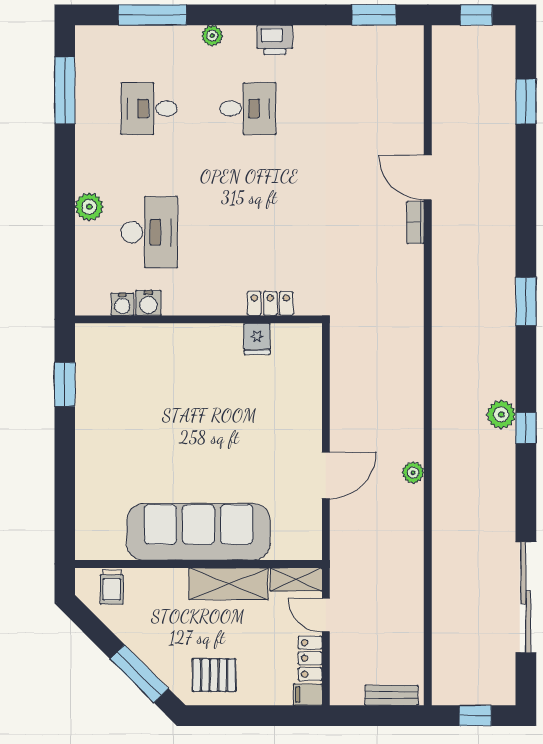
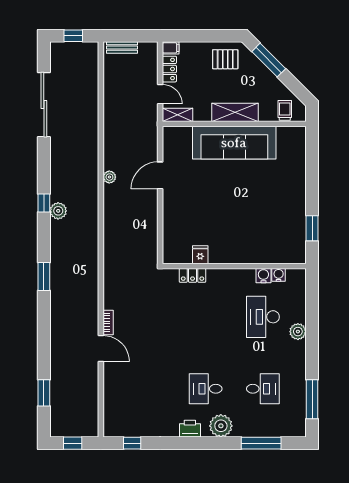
window: (374, 15) -> (132, 443), width x0.67
plant: (212, 36) -> (221, 426), width x1.87, depth x1.87
shelving: (228, 584) -> (235, 112), moved

